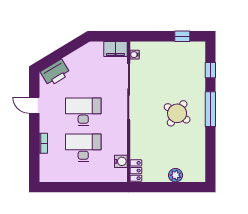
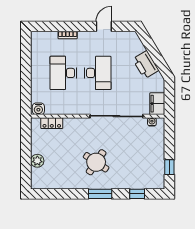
printer: (55, 73) -> (146, 65), moved
window: (210, 109) -> (100, 194), width x0.69
desk: (83, 148) -> (63, 73), turned 180
water cooler: (121, 161) -> (38, 109), moved
locker: (136, 171) -> (52, 123), moved

